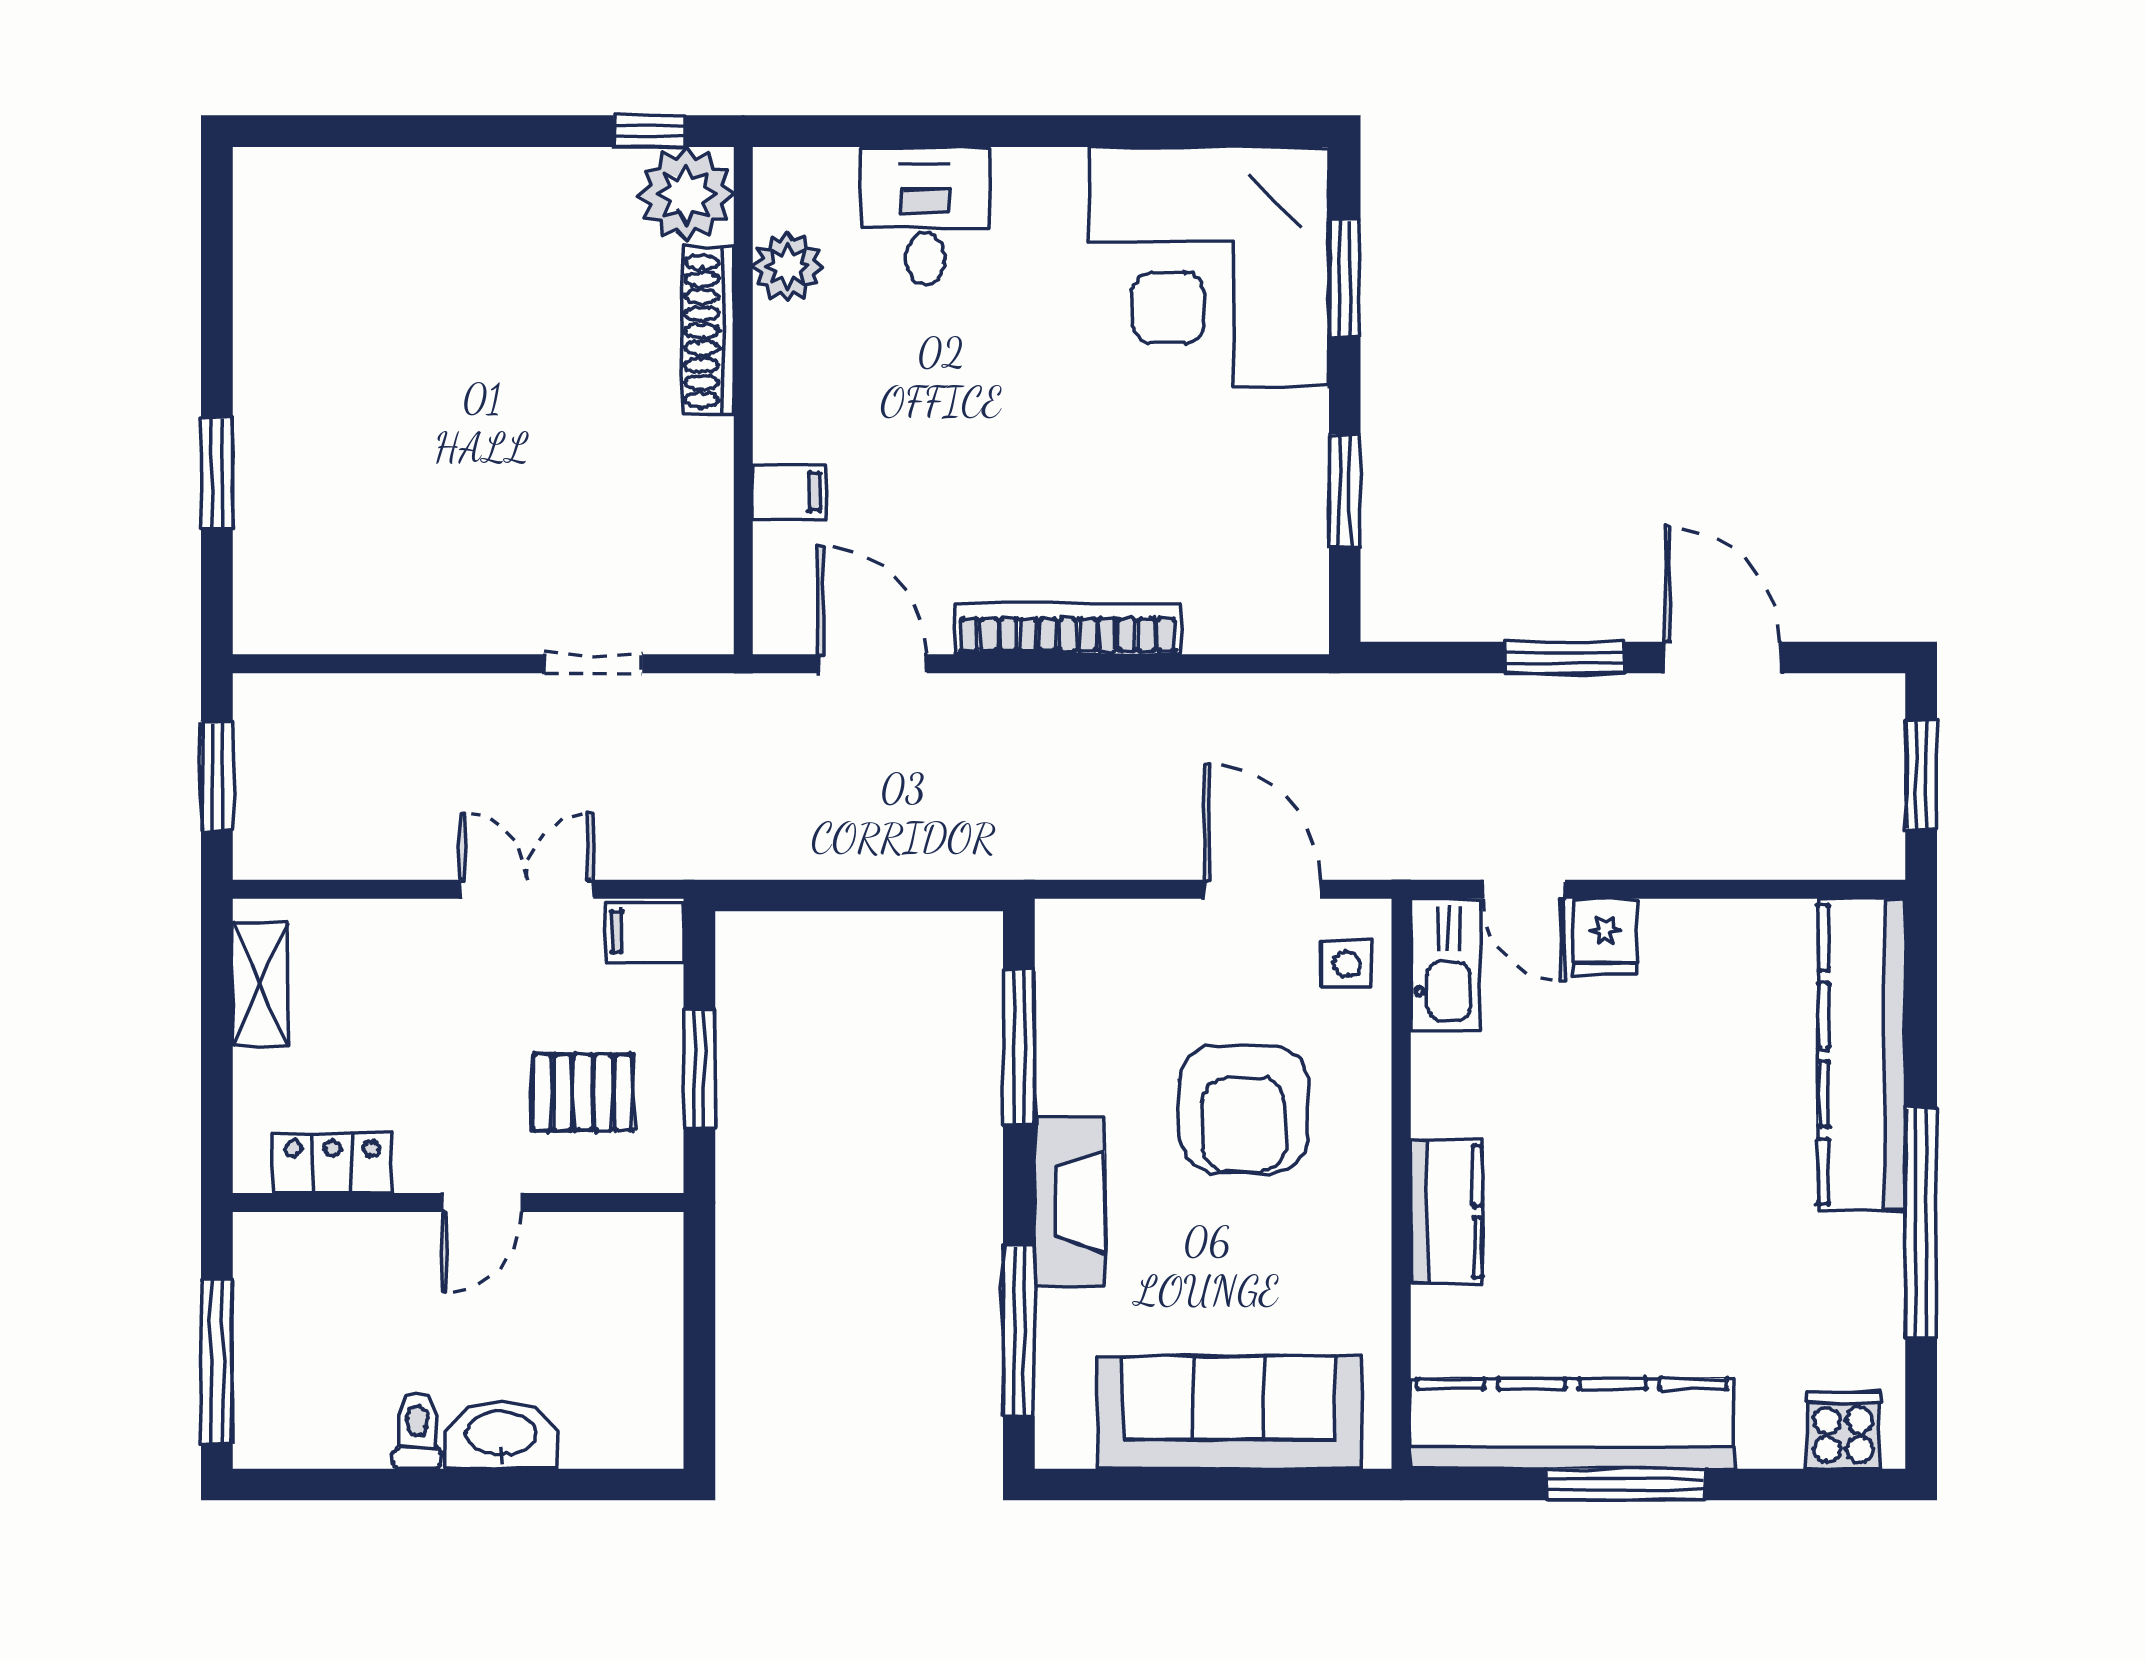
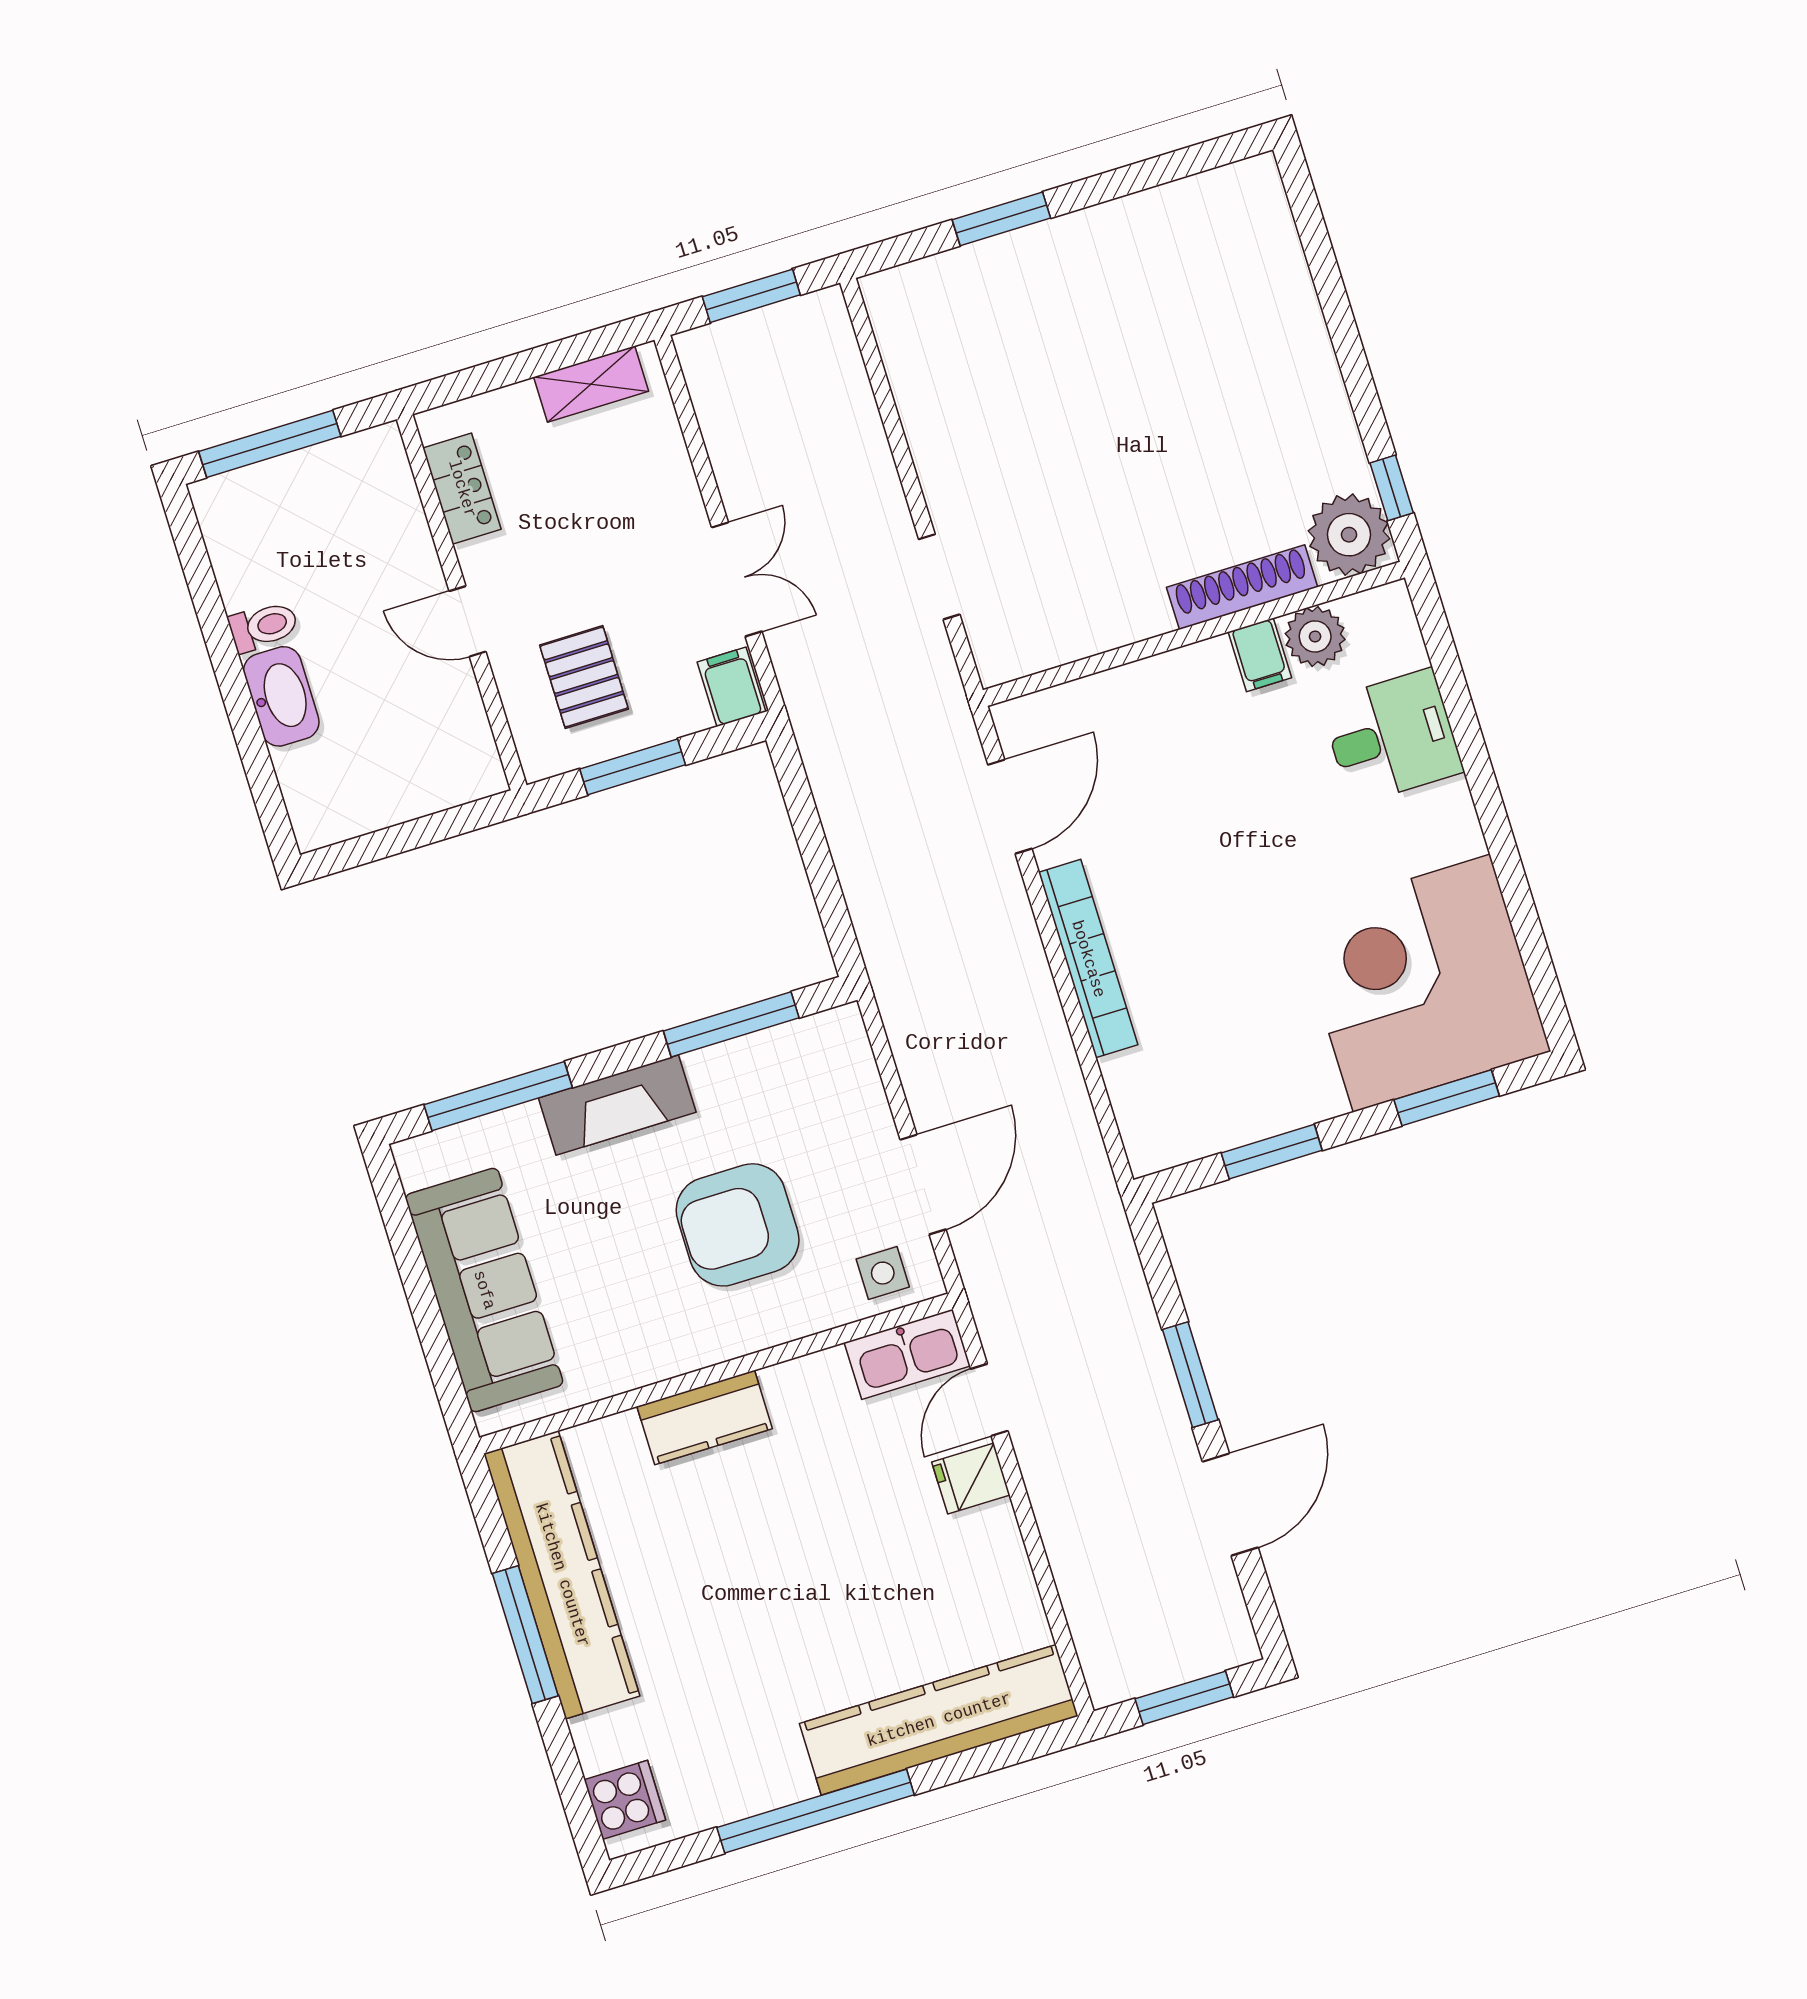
filing cabinet: (789, 492) -> (1260, 655), moved

